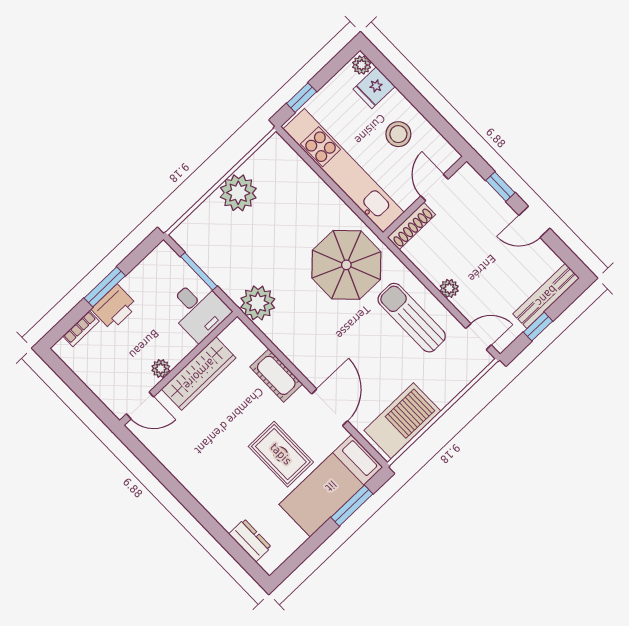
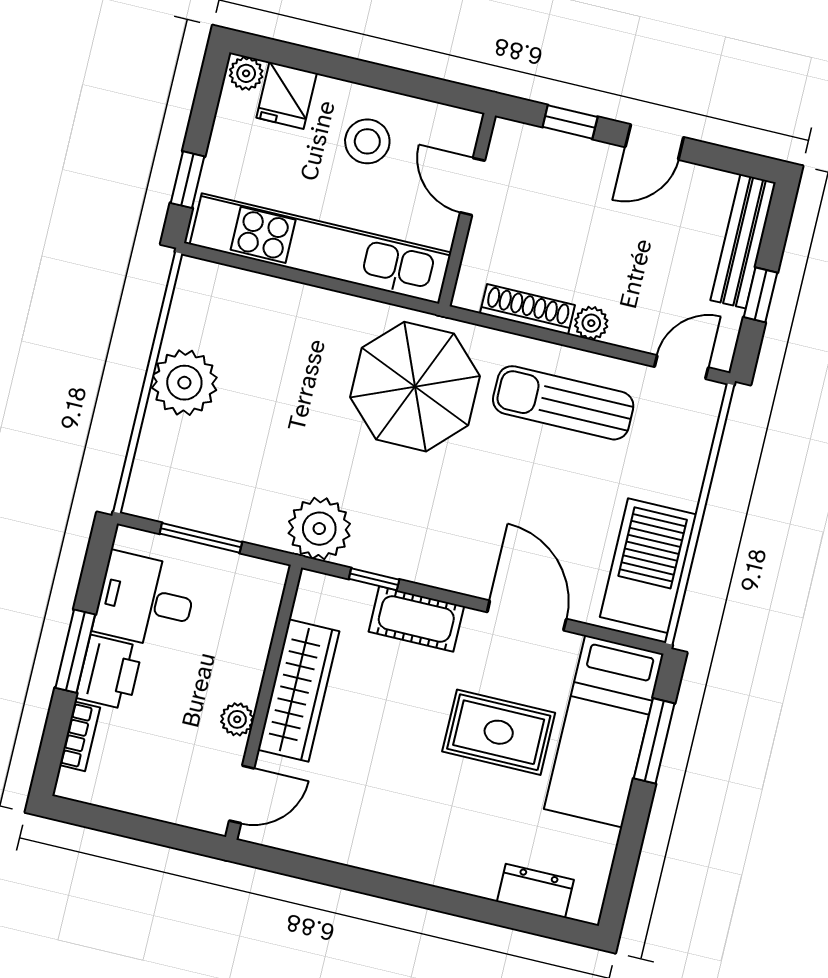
shoe rack: (411, 226) -> (527, 309), moved, turned -90
desk: (198, 310) -> (145, 601), moved, turned 180
window: (268, 344) -> (374, 579), added

